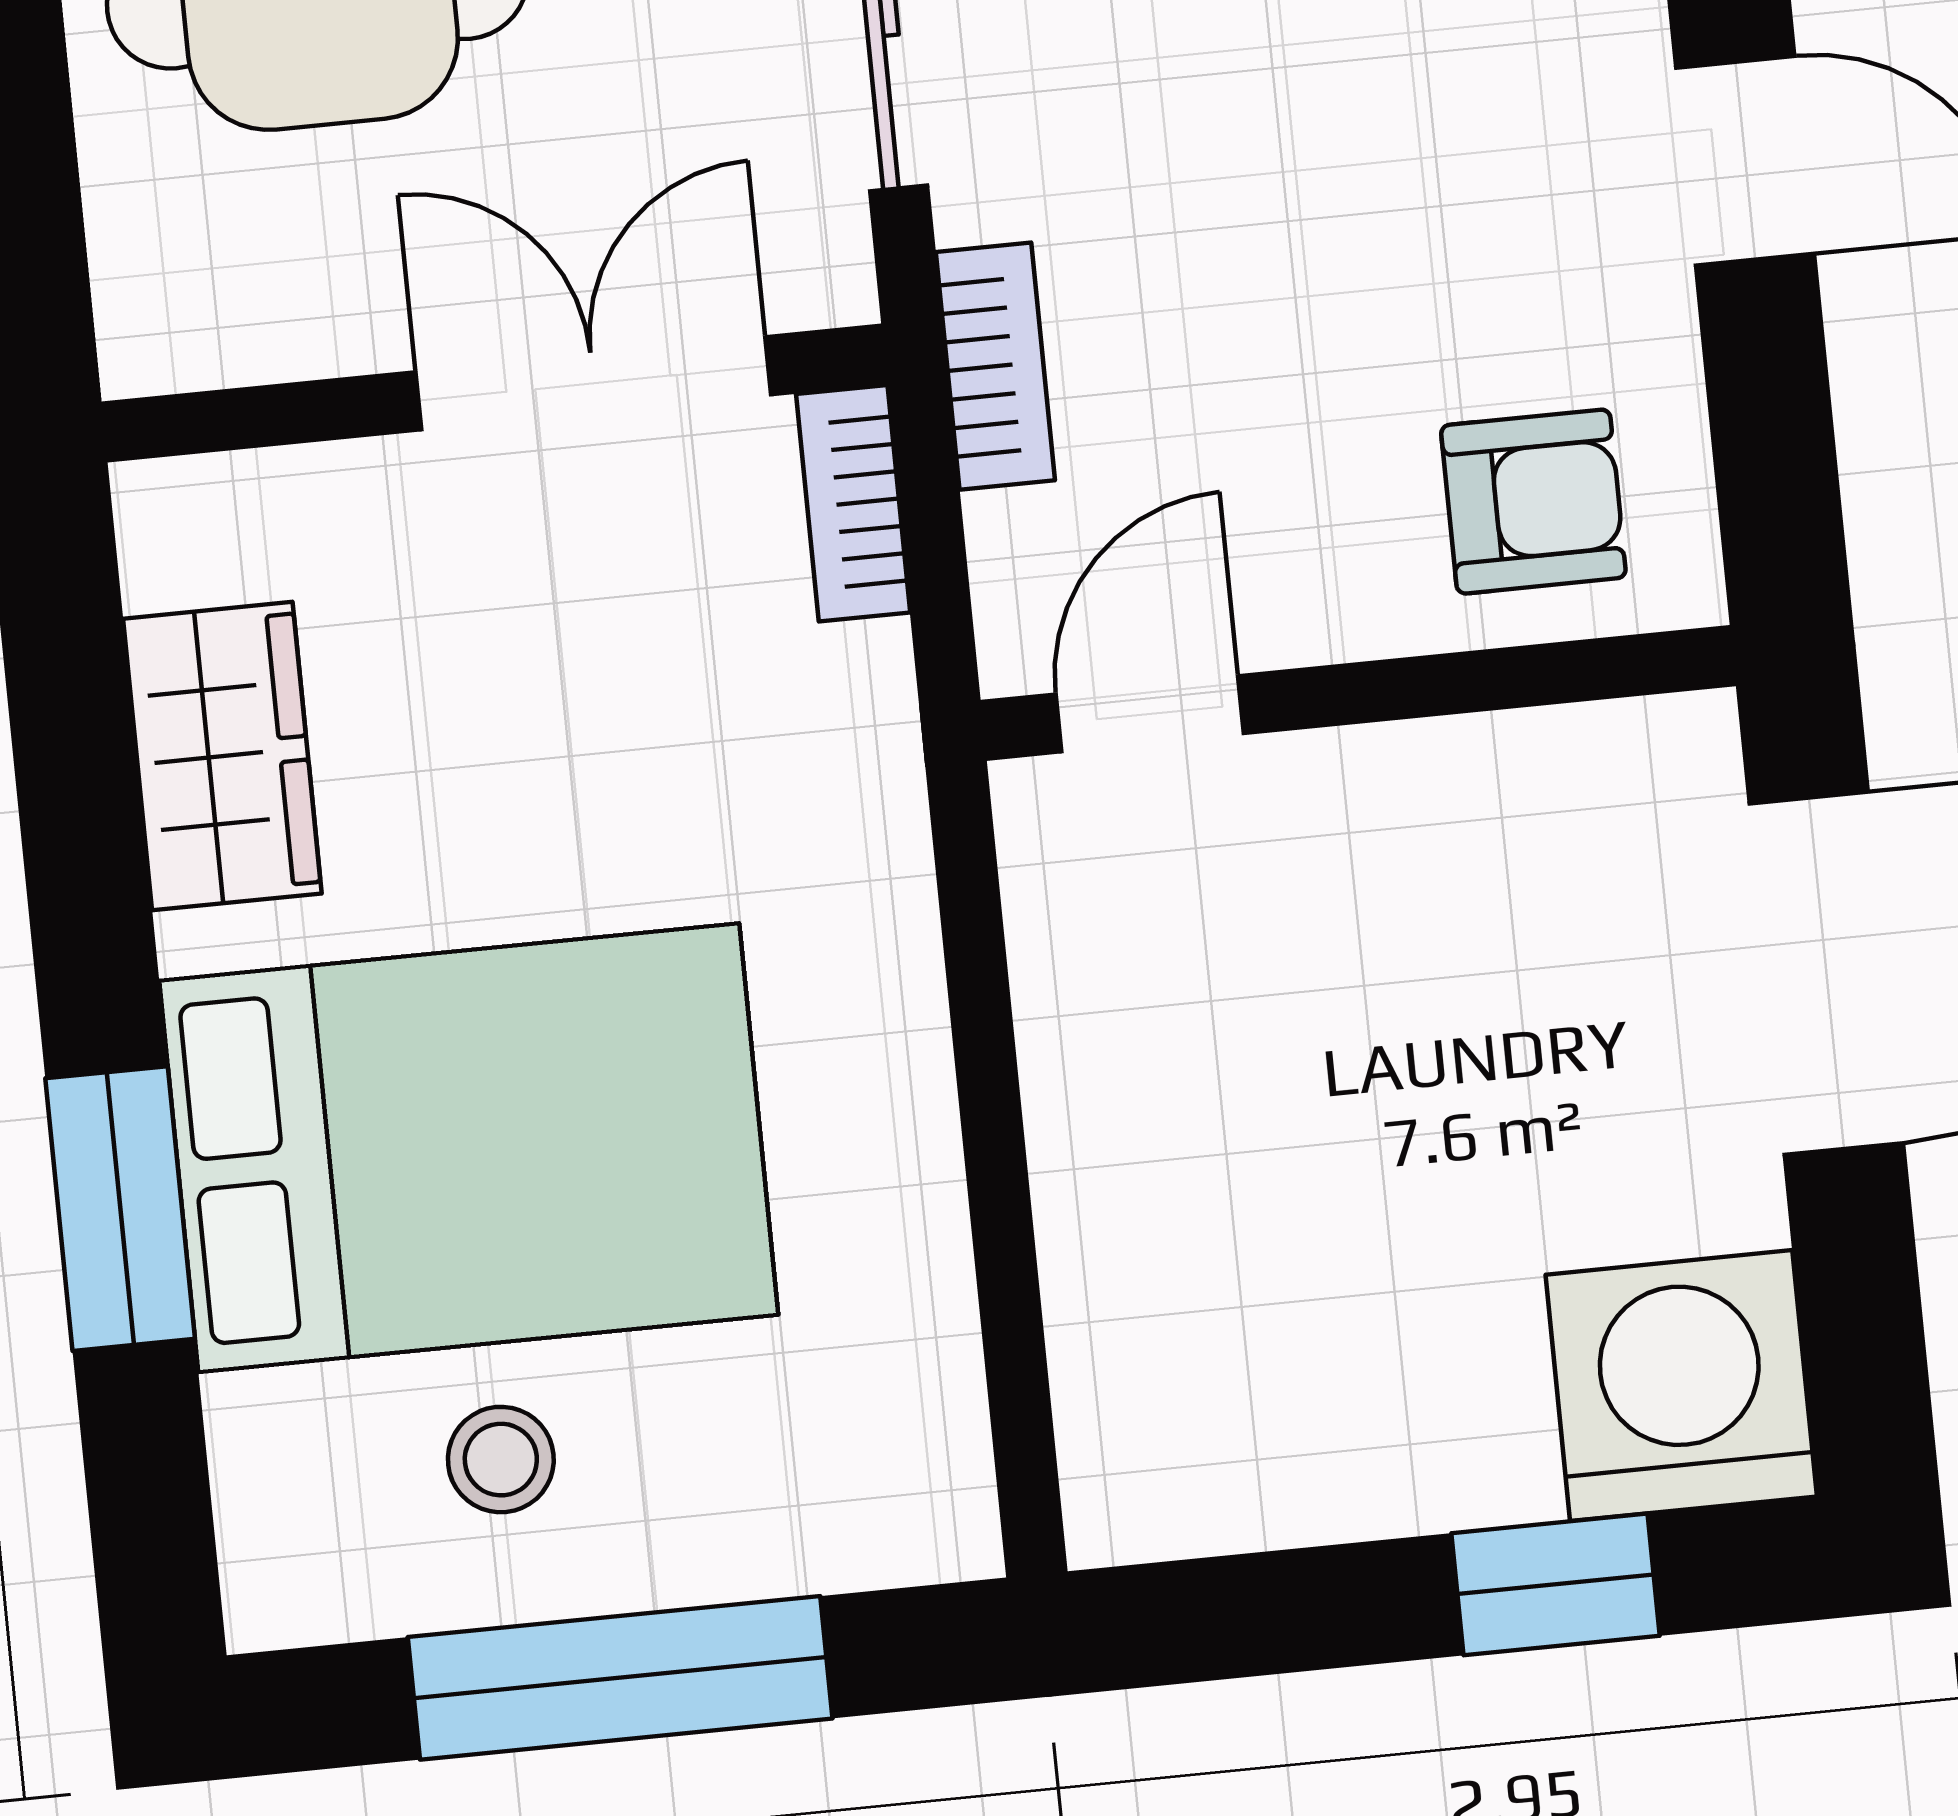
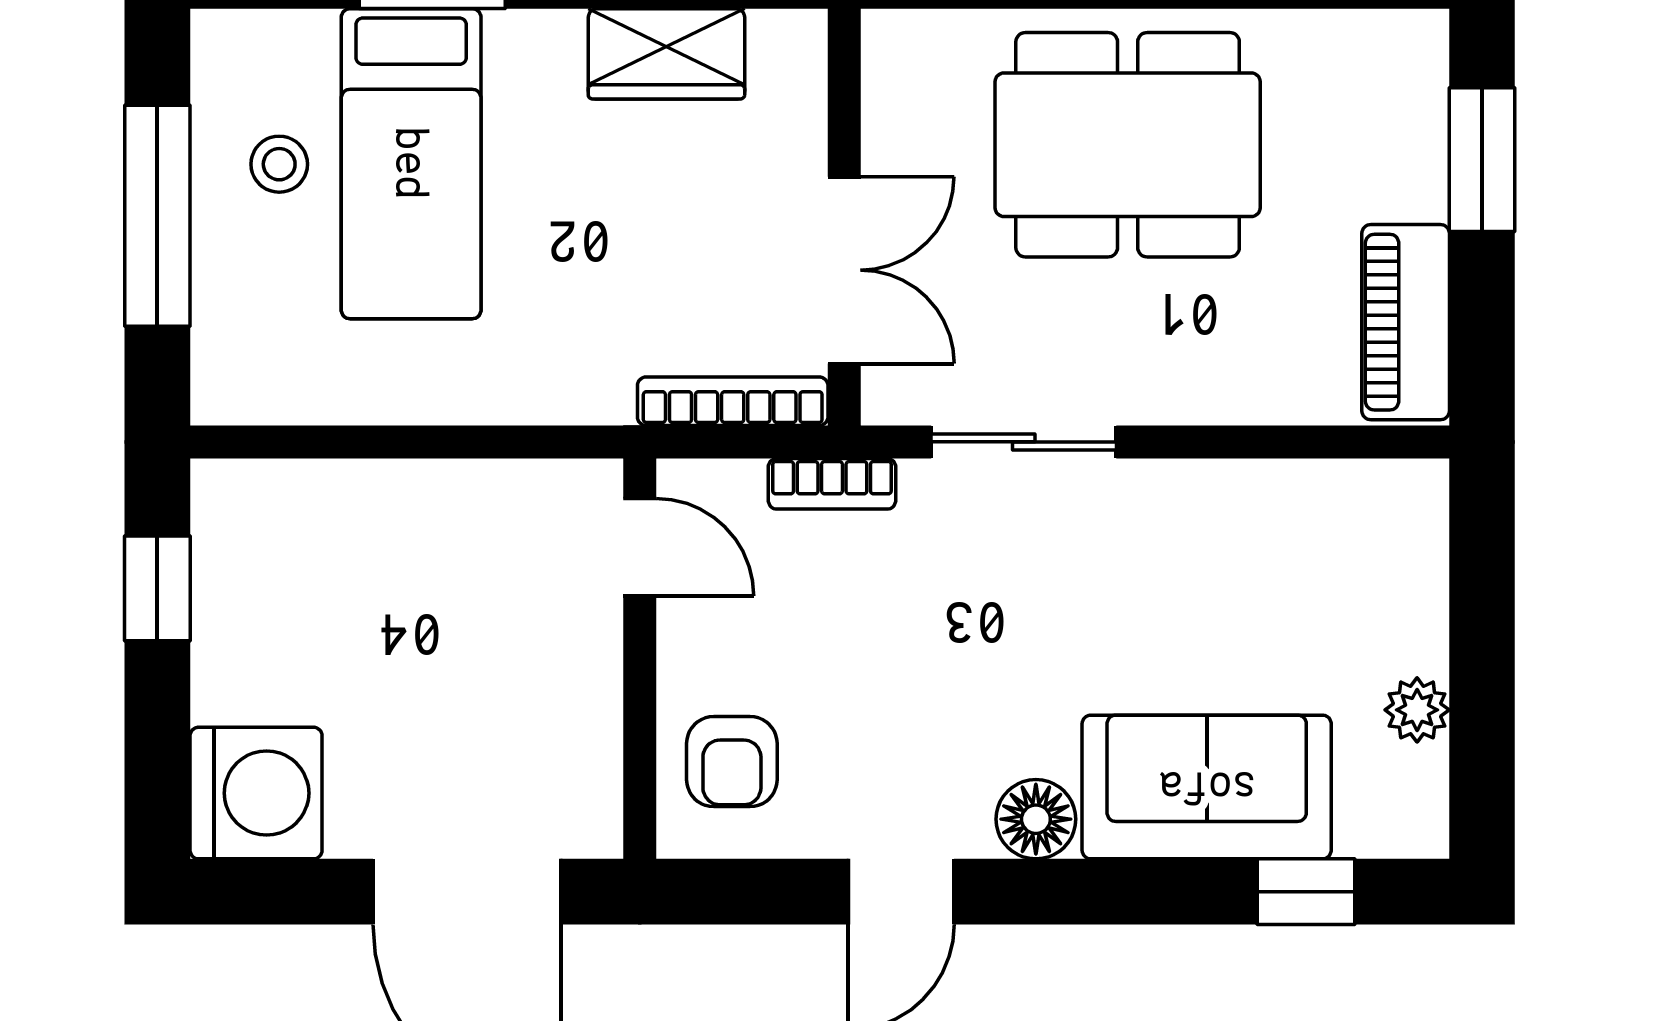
bookcase: (853, 503) -> (733, 401), width x1.56
bed: (469, 1148) -> (411, 164), width x0.67
window: (1556, 1584) -> (157, 588), moved

